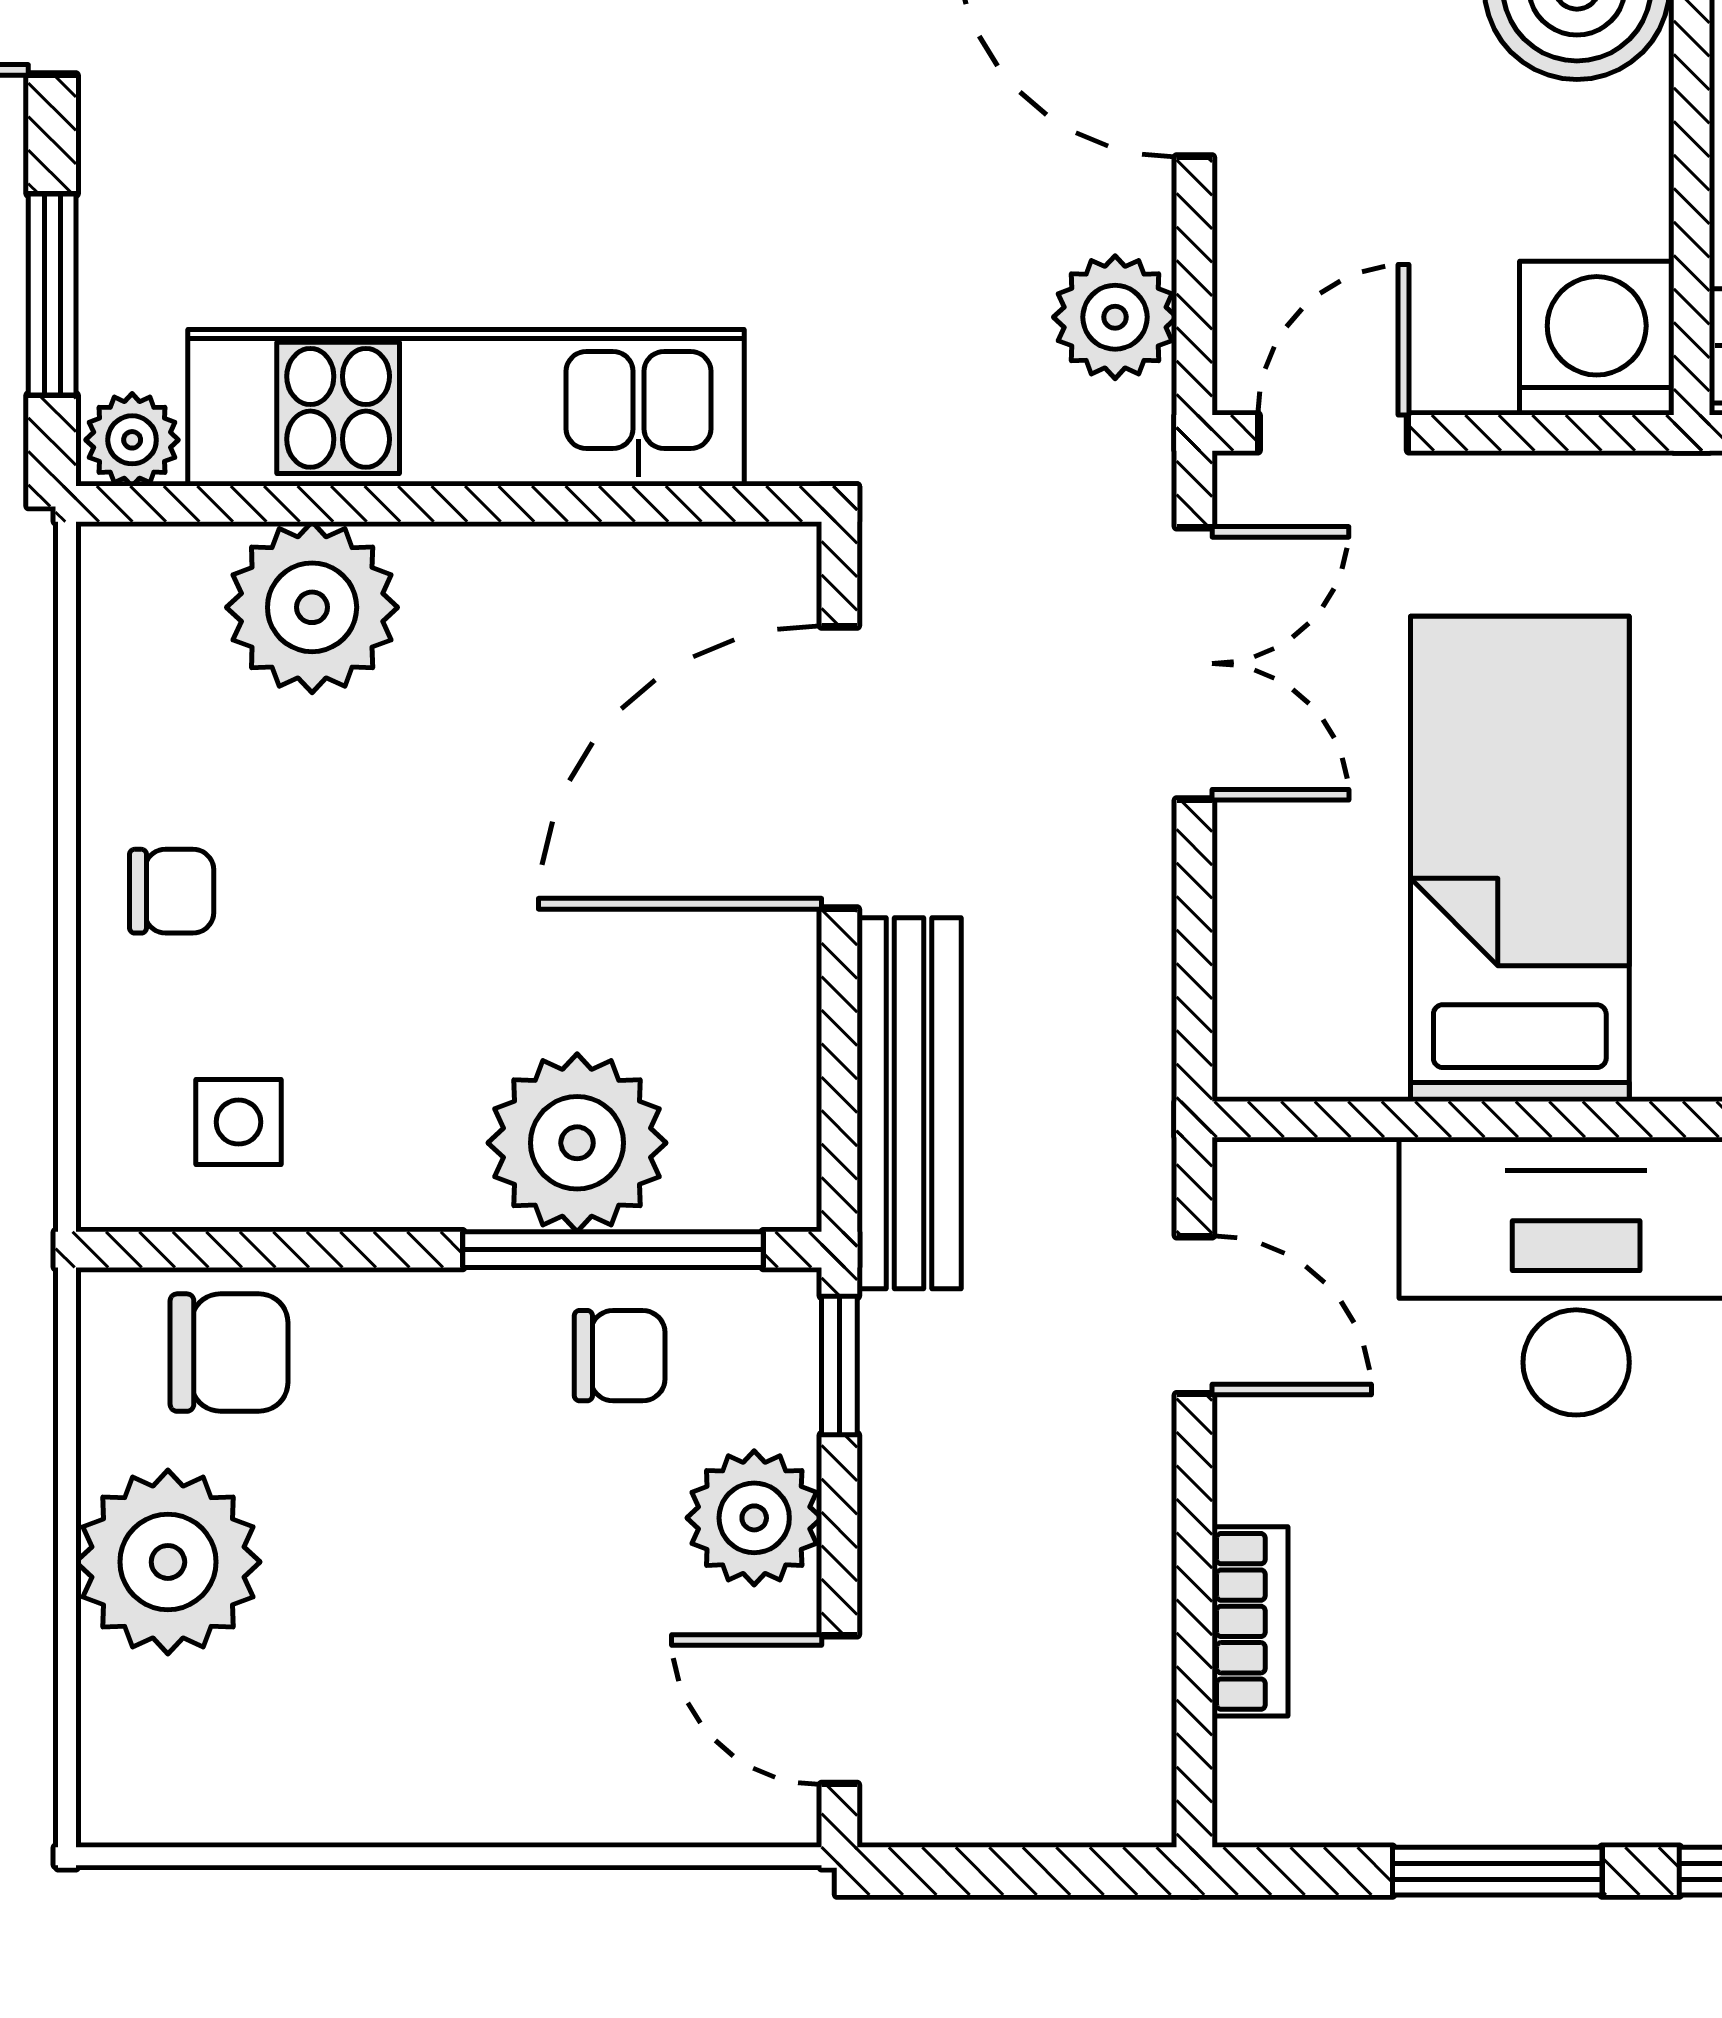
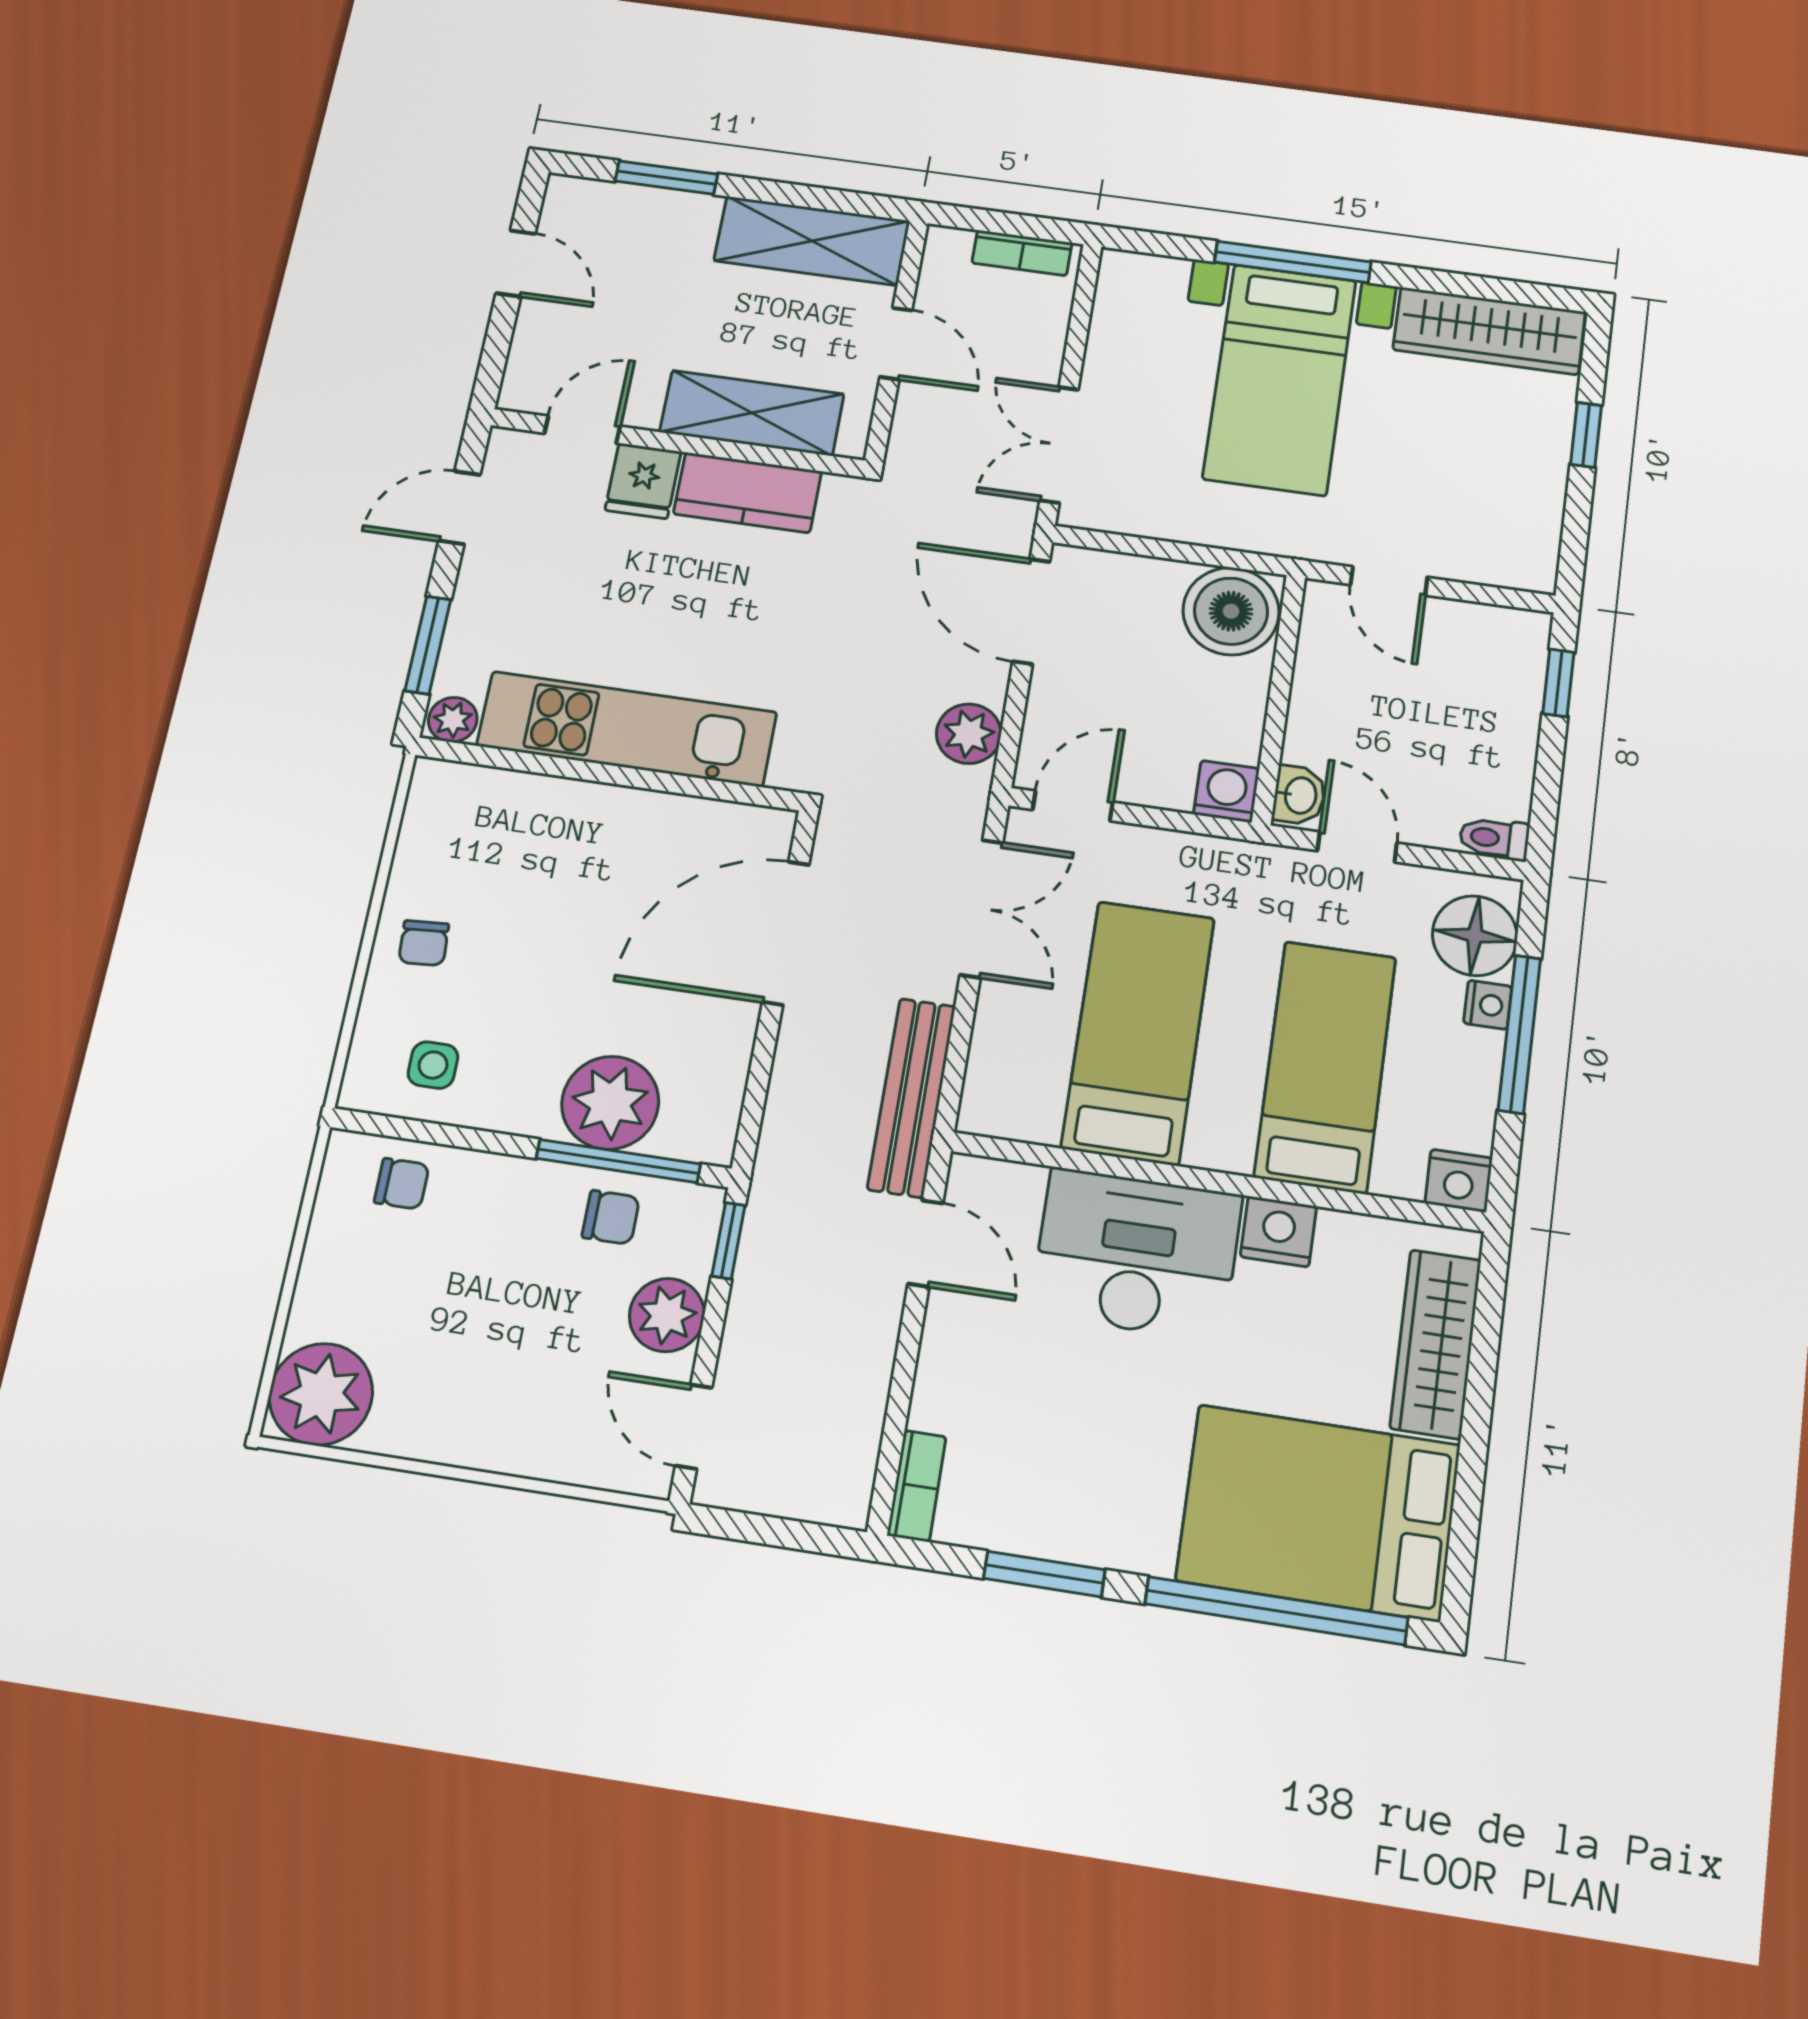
washing machine: (1597, 338) -> (1226, 791), width x0.73, depth x0.73
plant: (312, 607) -> (527, 814), removed
chair: (172, 891) -> (424, 943), turned 86
bench: (909, 1103) -> (912, 1097), moved
chair: (229, 1353) -> (402, 1184), width x0.73, depth x0.73
plant: (168, 1562) -> (321, 1394), moved
bookcase: (1250, 1621) -> (917, 1486), moved

